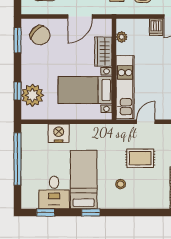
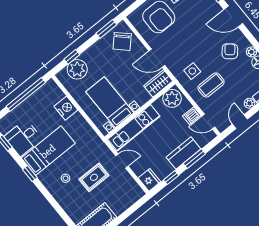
plant: (122, 37) -> (172, 98), width x1.88, depth x1.88
wardrobe: (103, 52) -> (158, 83), moved
rug: (140, 158) -> (94, 177), turned 90

